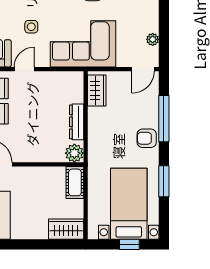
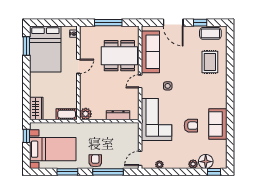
door: (24, 69) -> (140, 81), swing flipped
door: (143, 69) -> (140, 158), hinge flipped
wardrobe: (97, 91) -> (126, 128), removed
dresser: (77, 122) -> (118, 115), moved
window: (129, 244) -> (26, 136), moved

